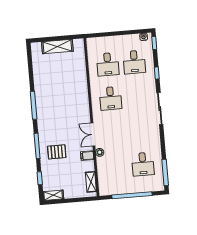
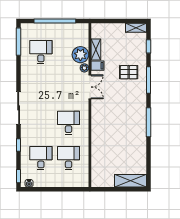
shelving: (57, 47) -> (130, 181), moved
plant: (105, 165) -> (80, 55), added
shelving: (91, 182) -> (96, 49), moved

